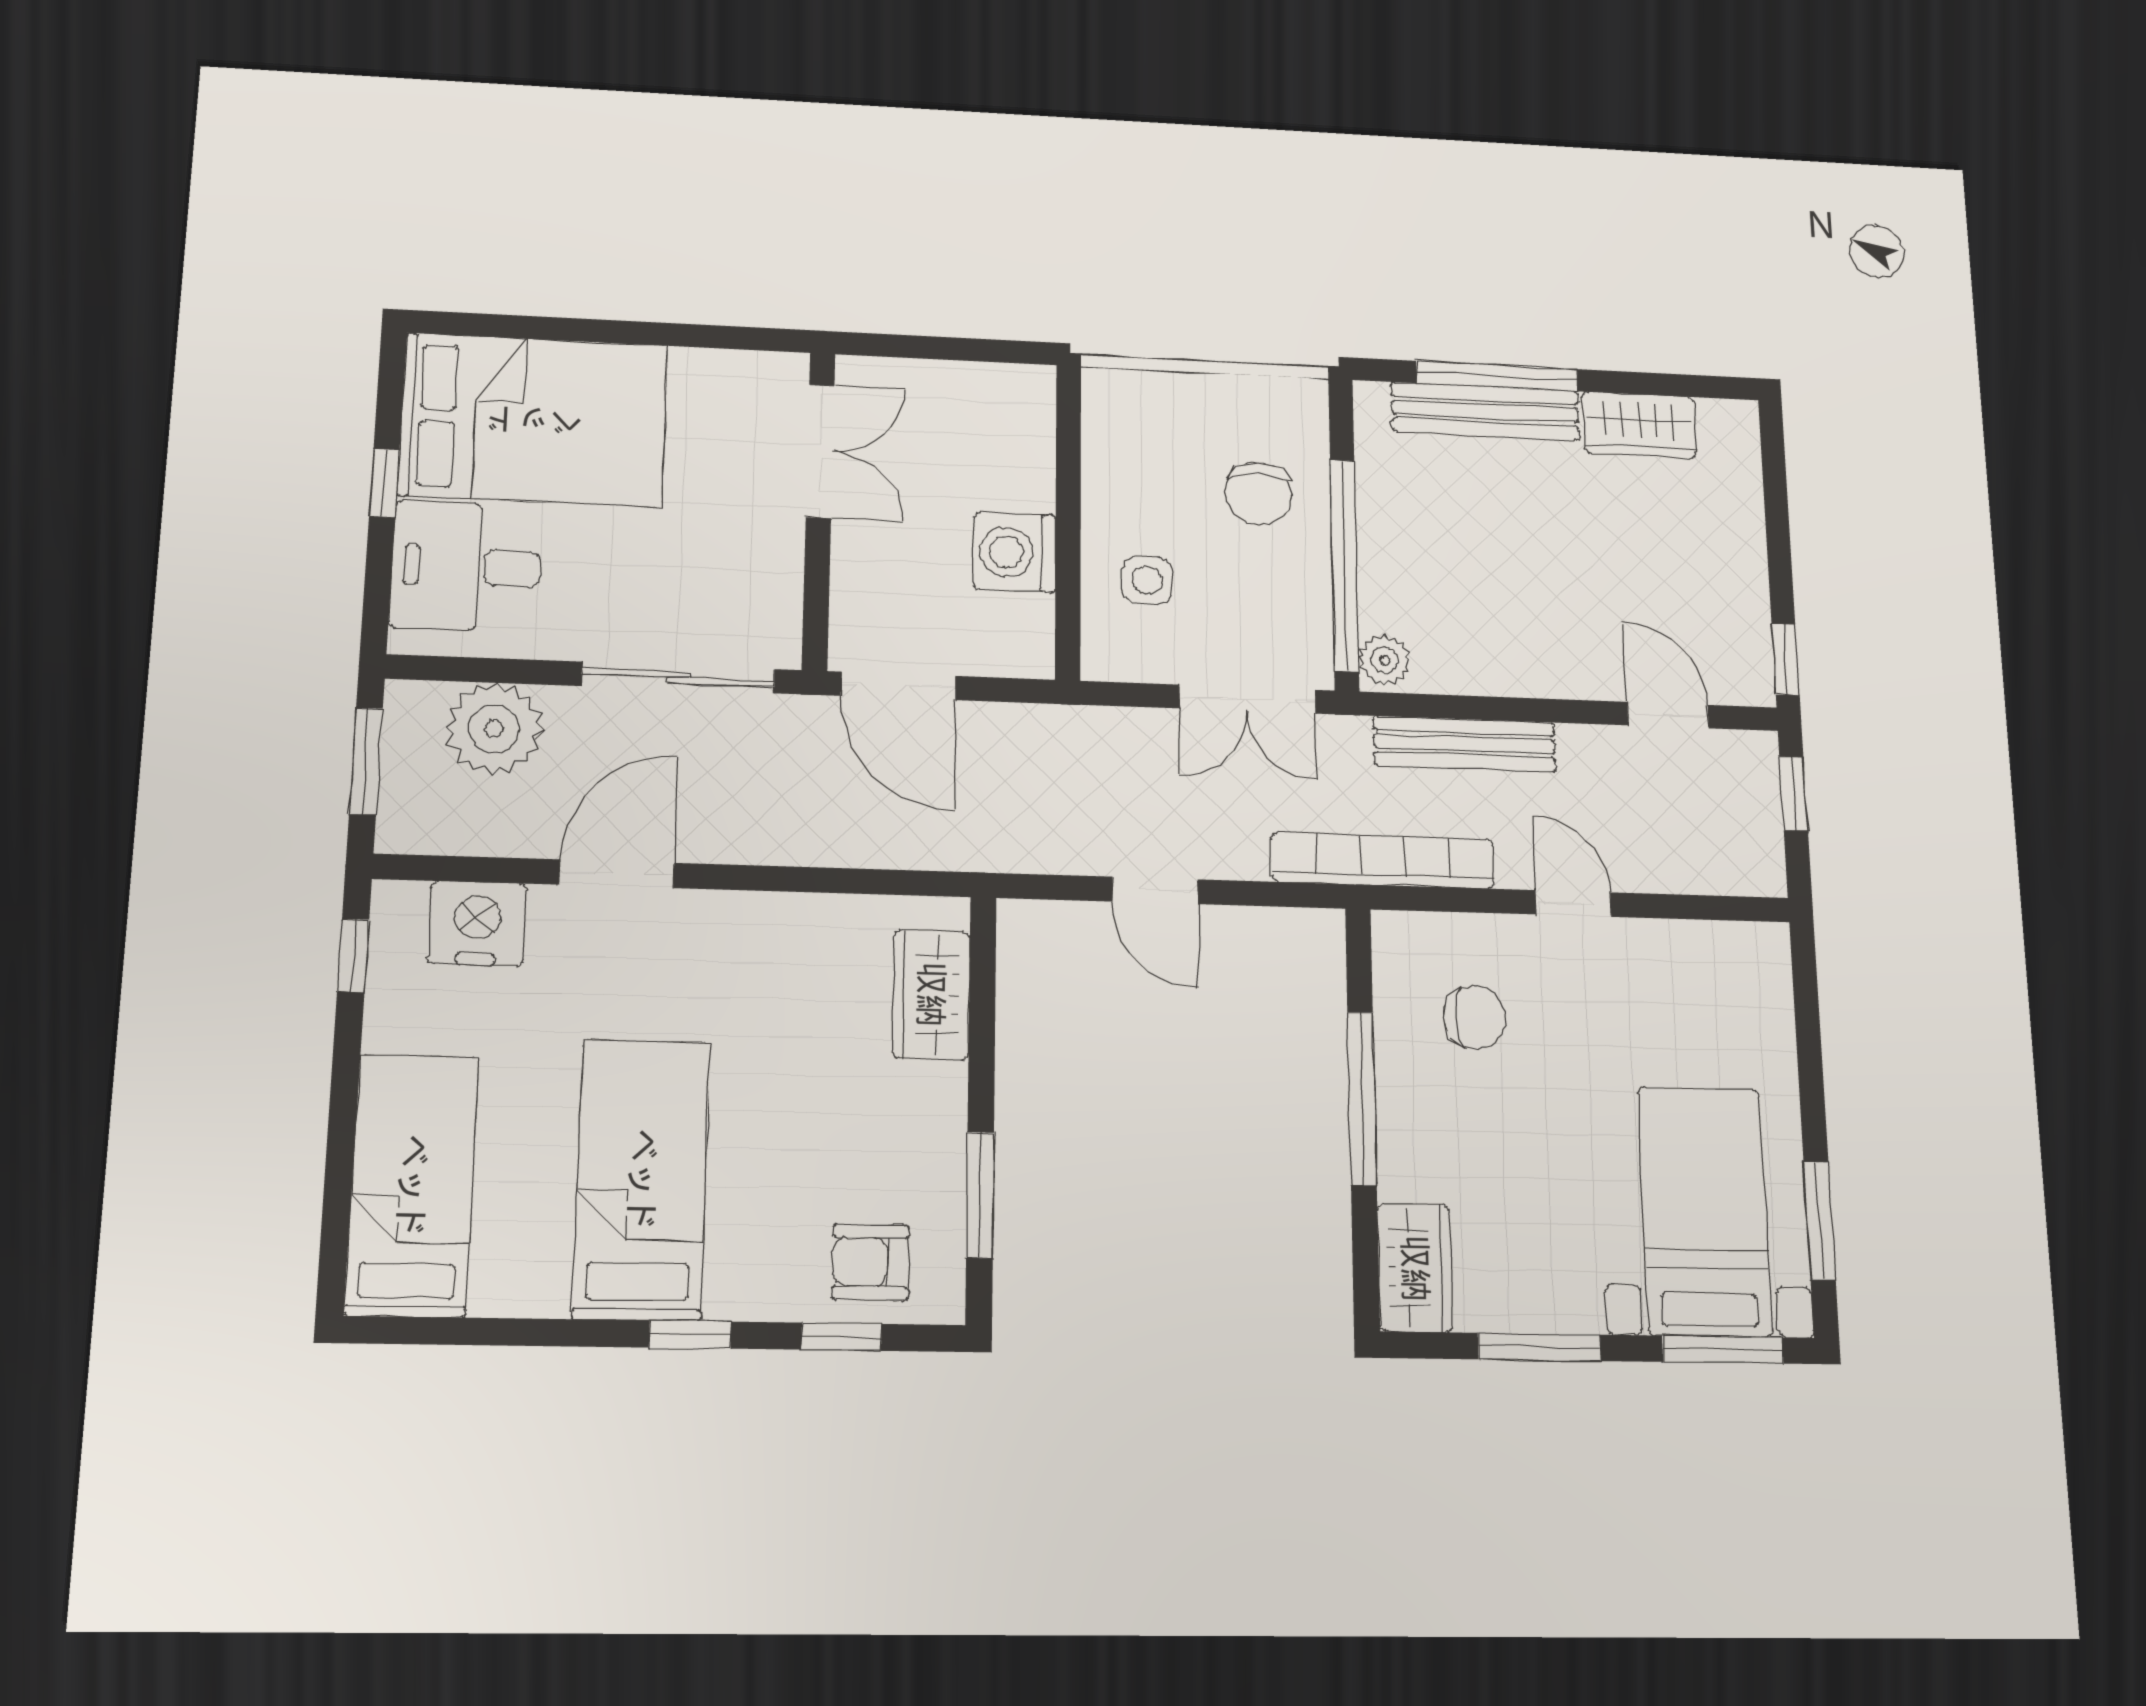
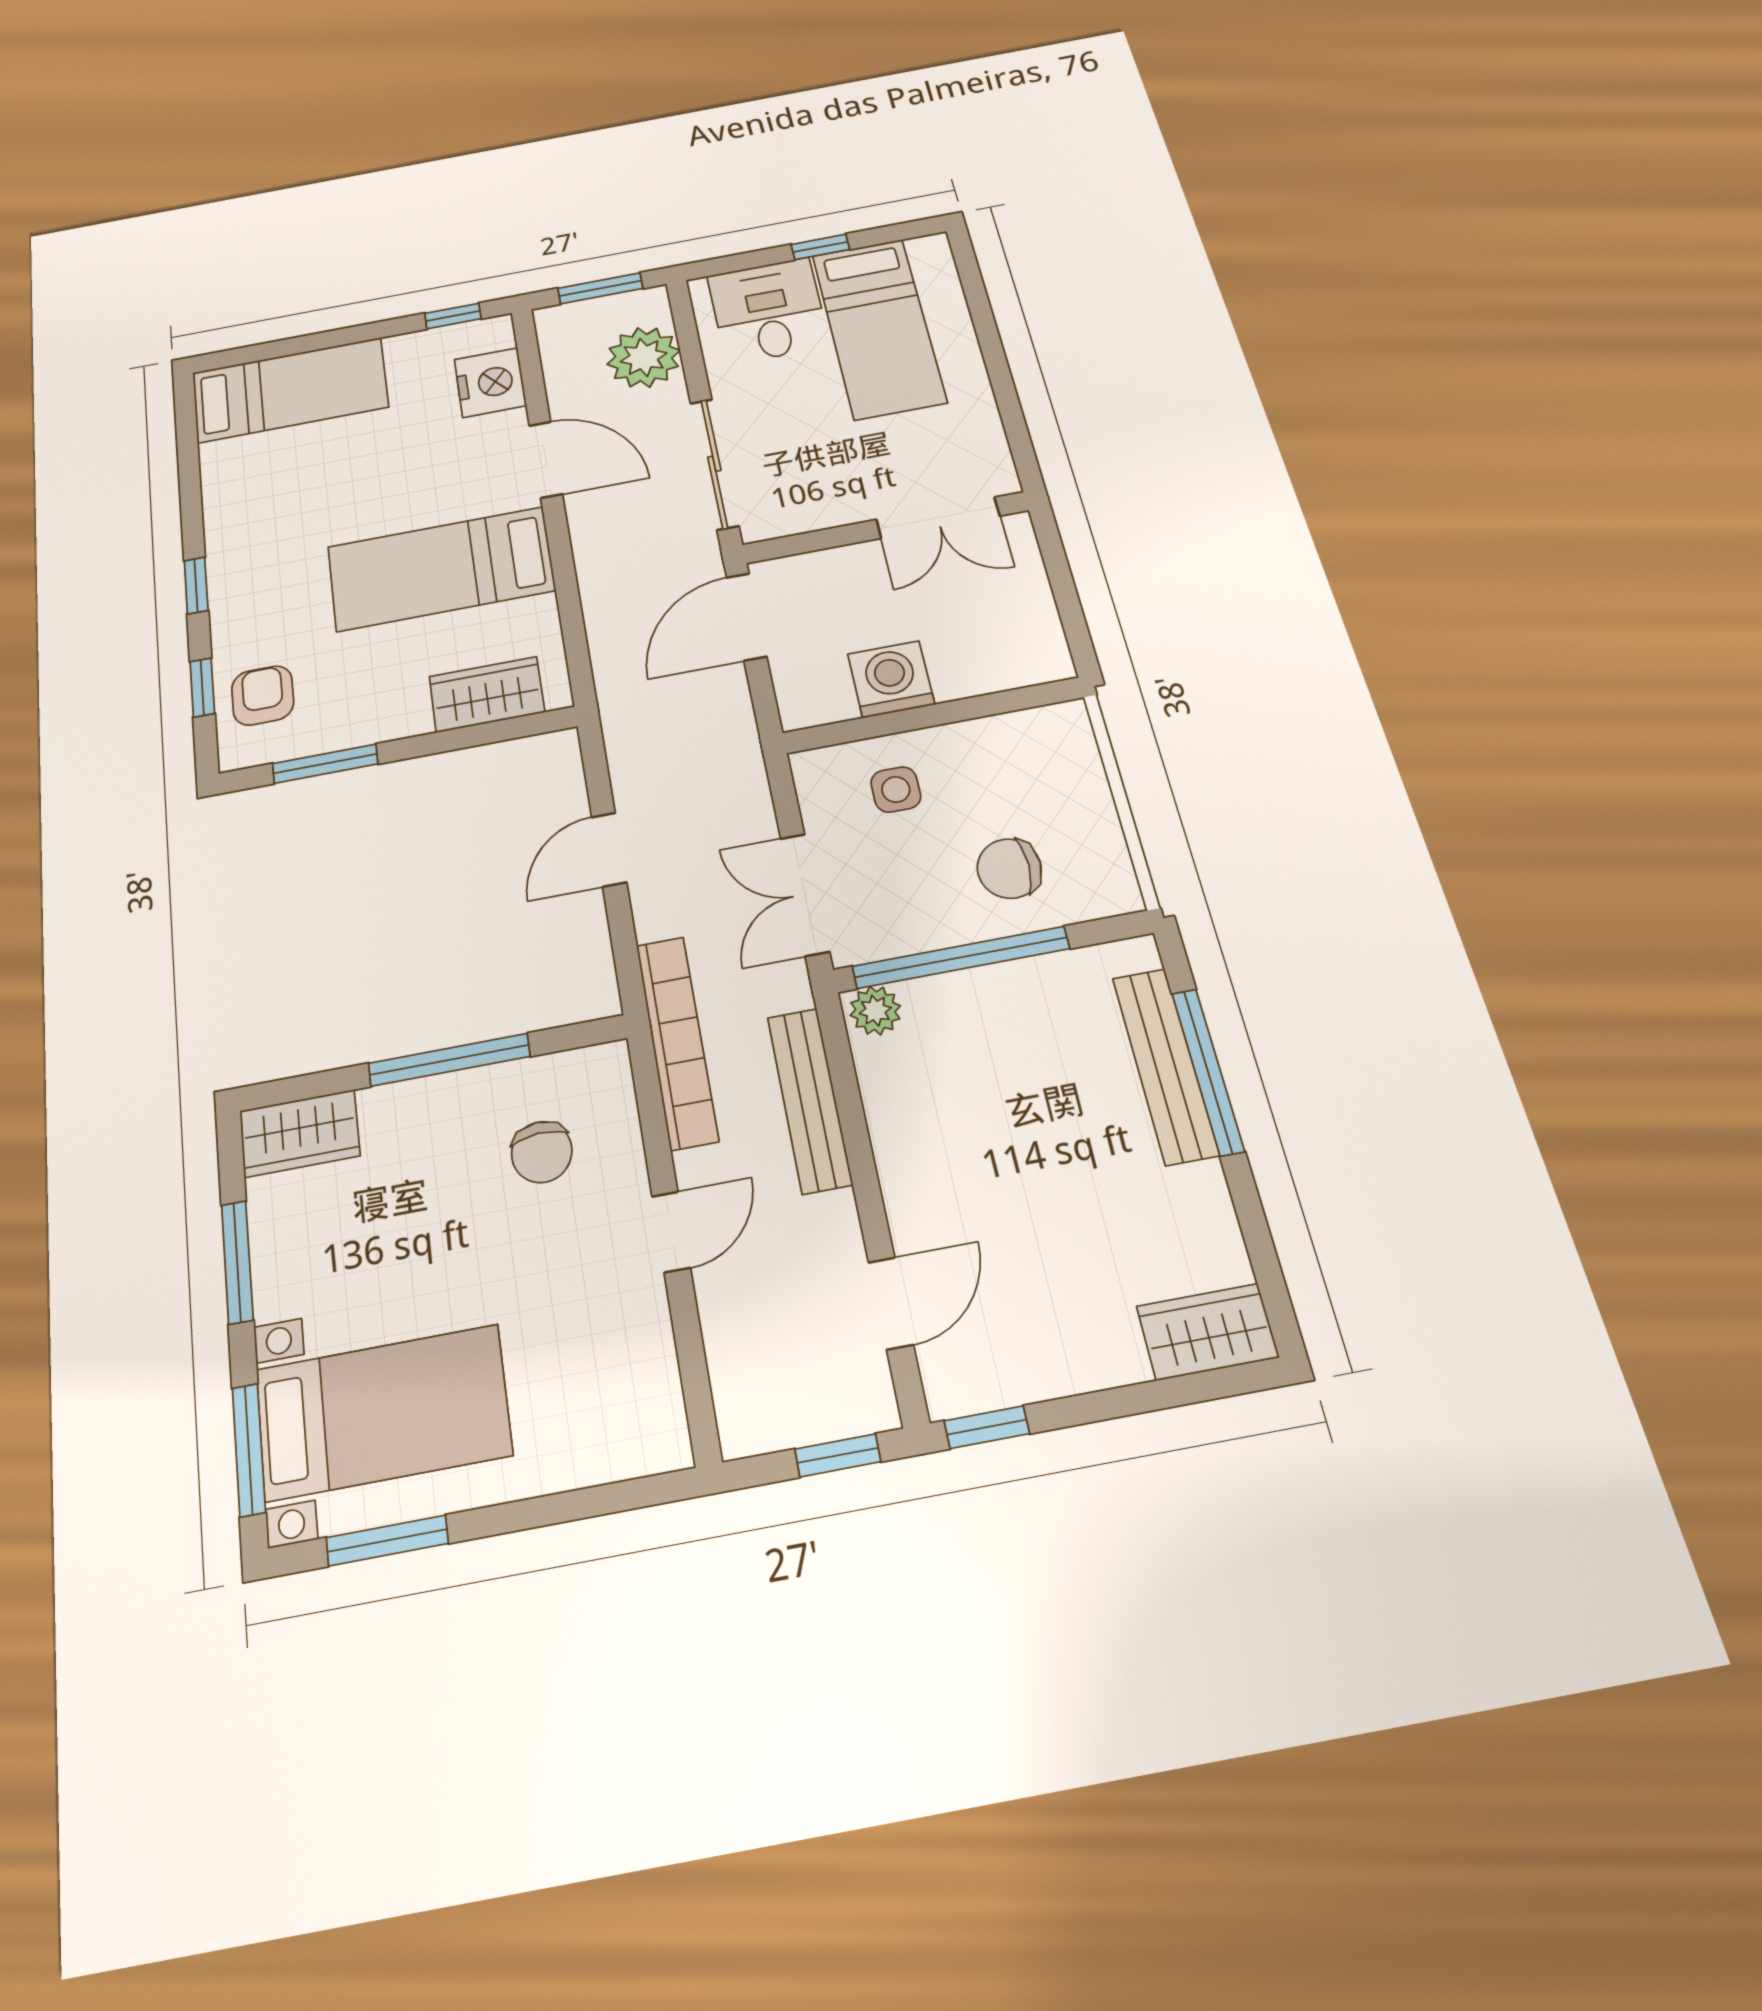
bed: (534, 420) -> (879, 328), width x0.67
wardrobe: (1639, 425) -> (1207, 1332), moved, turned 90
bed: (642, 1179) -> (441, 569), moved, turned 180

